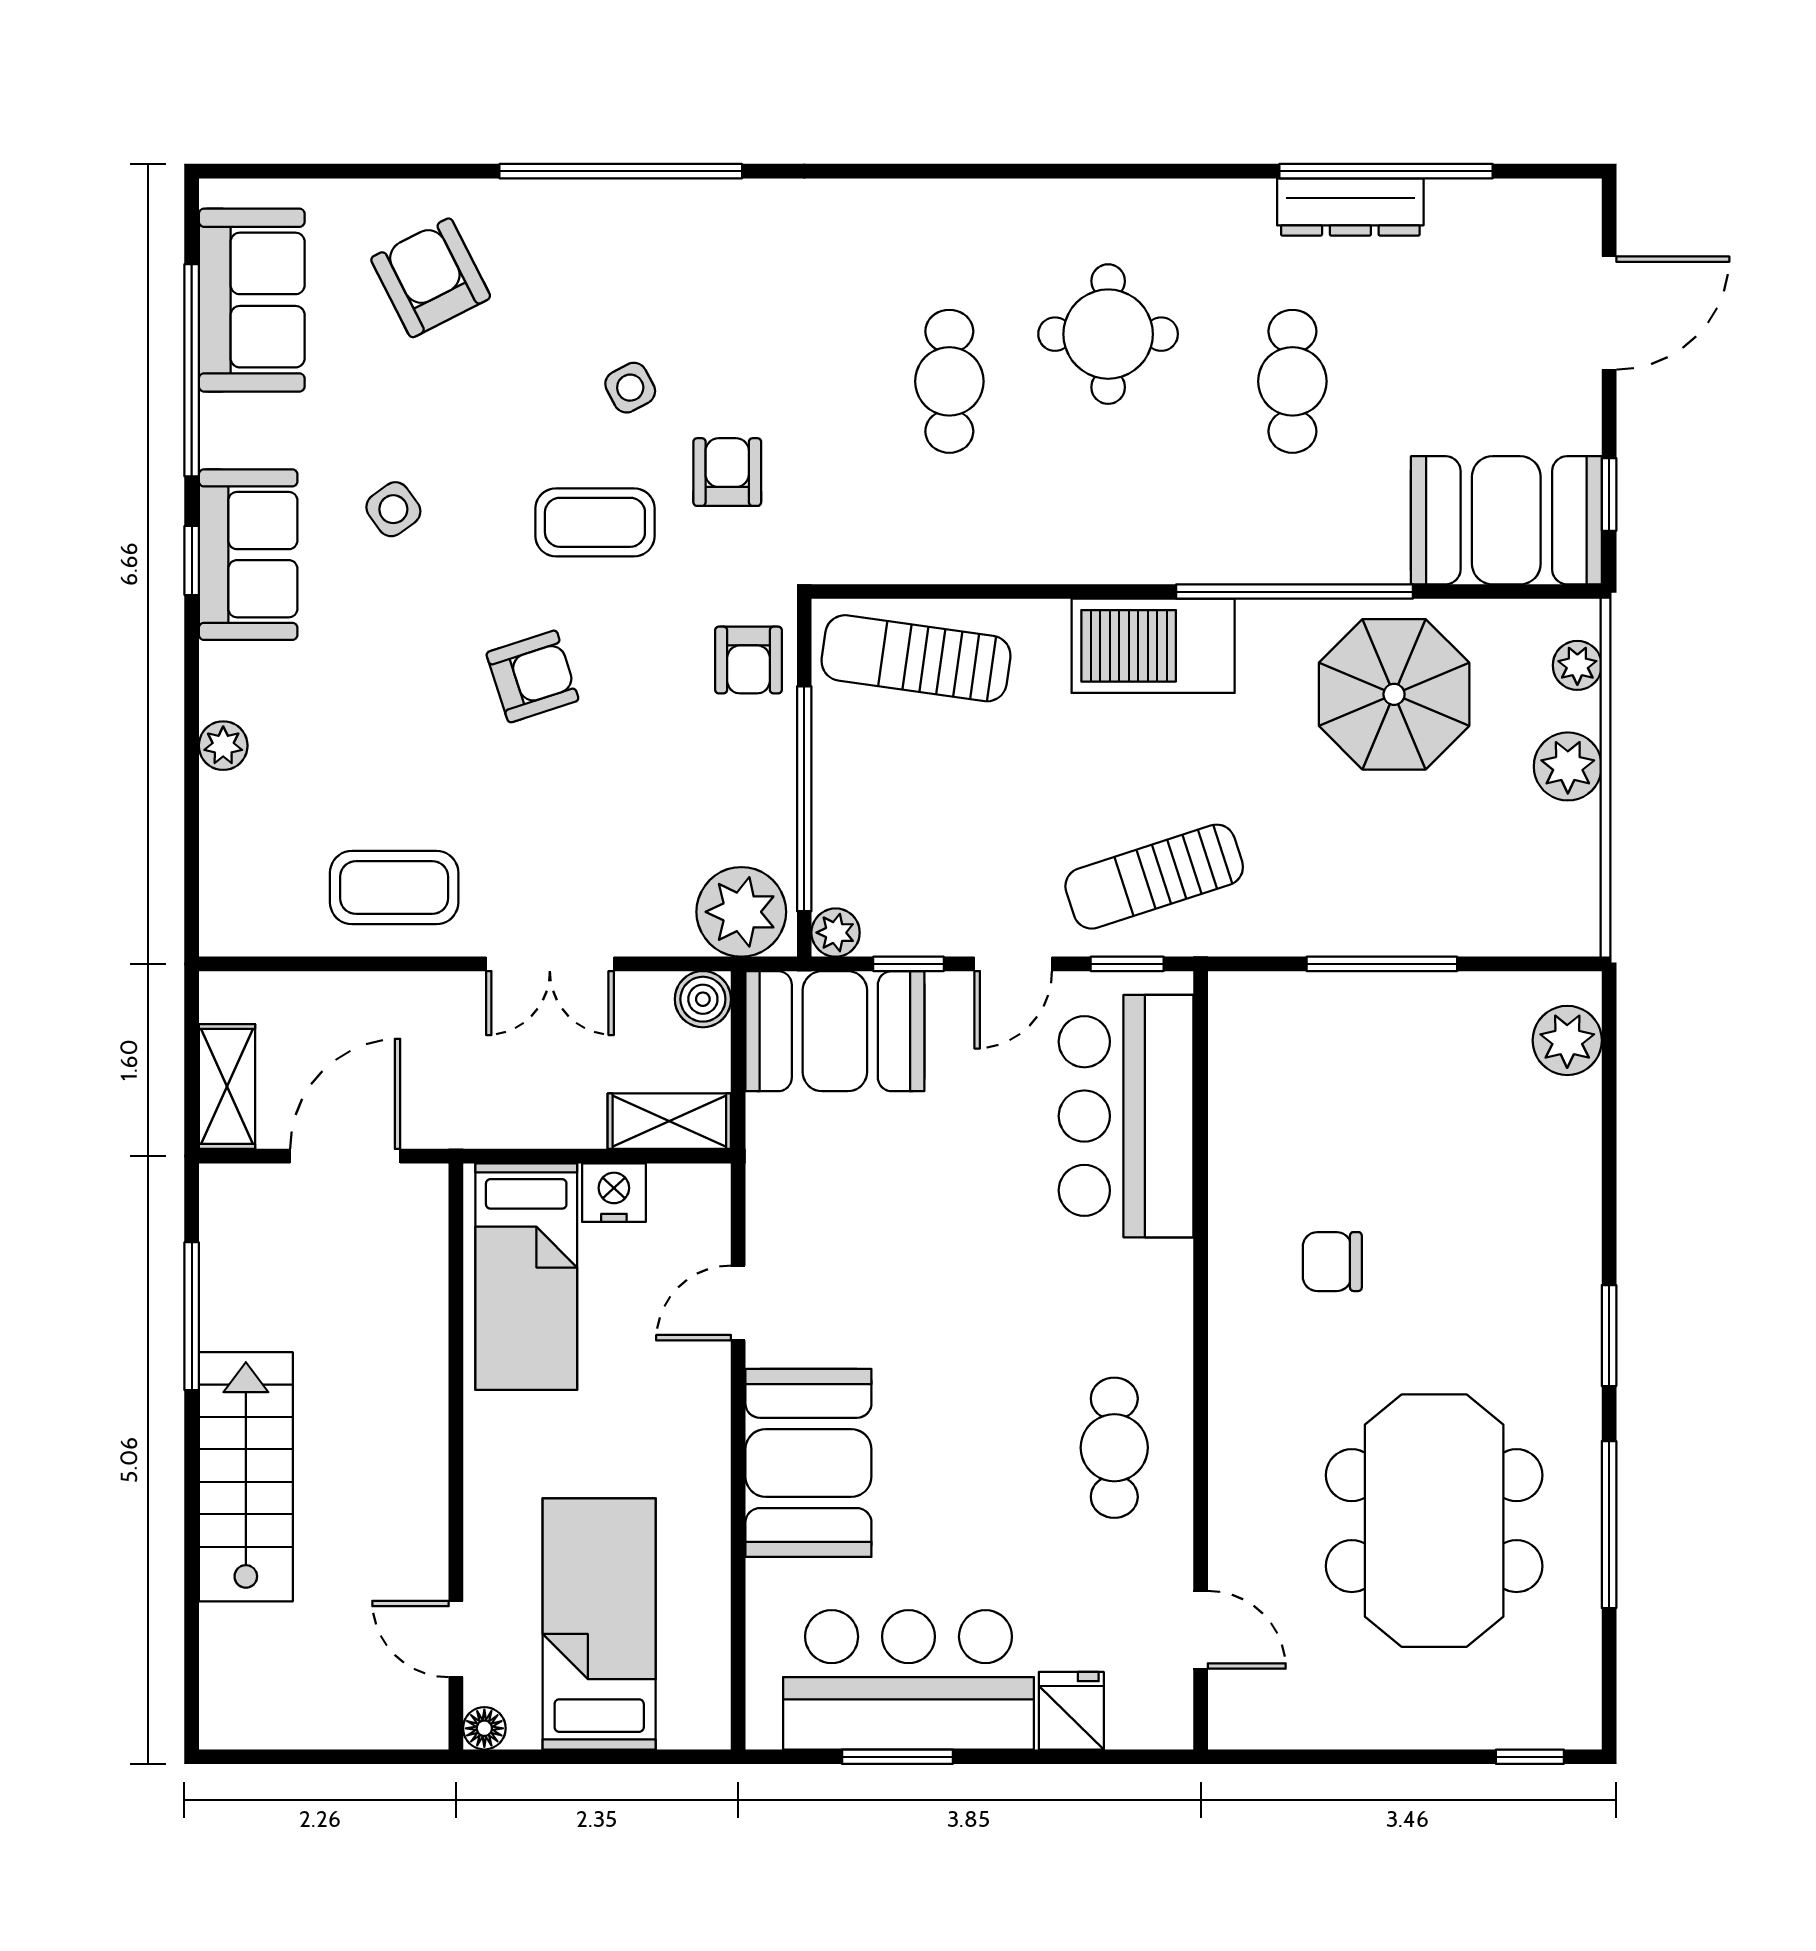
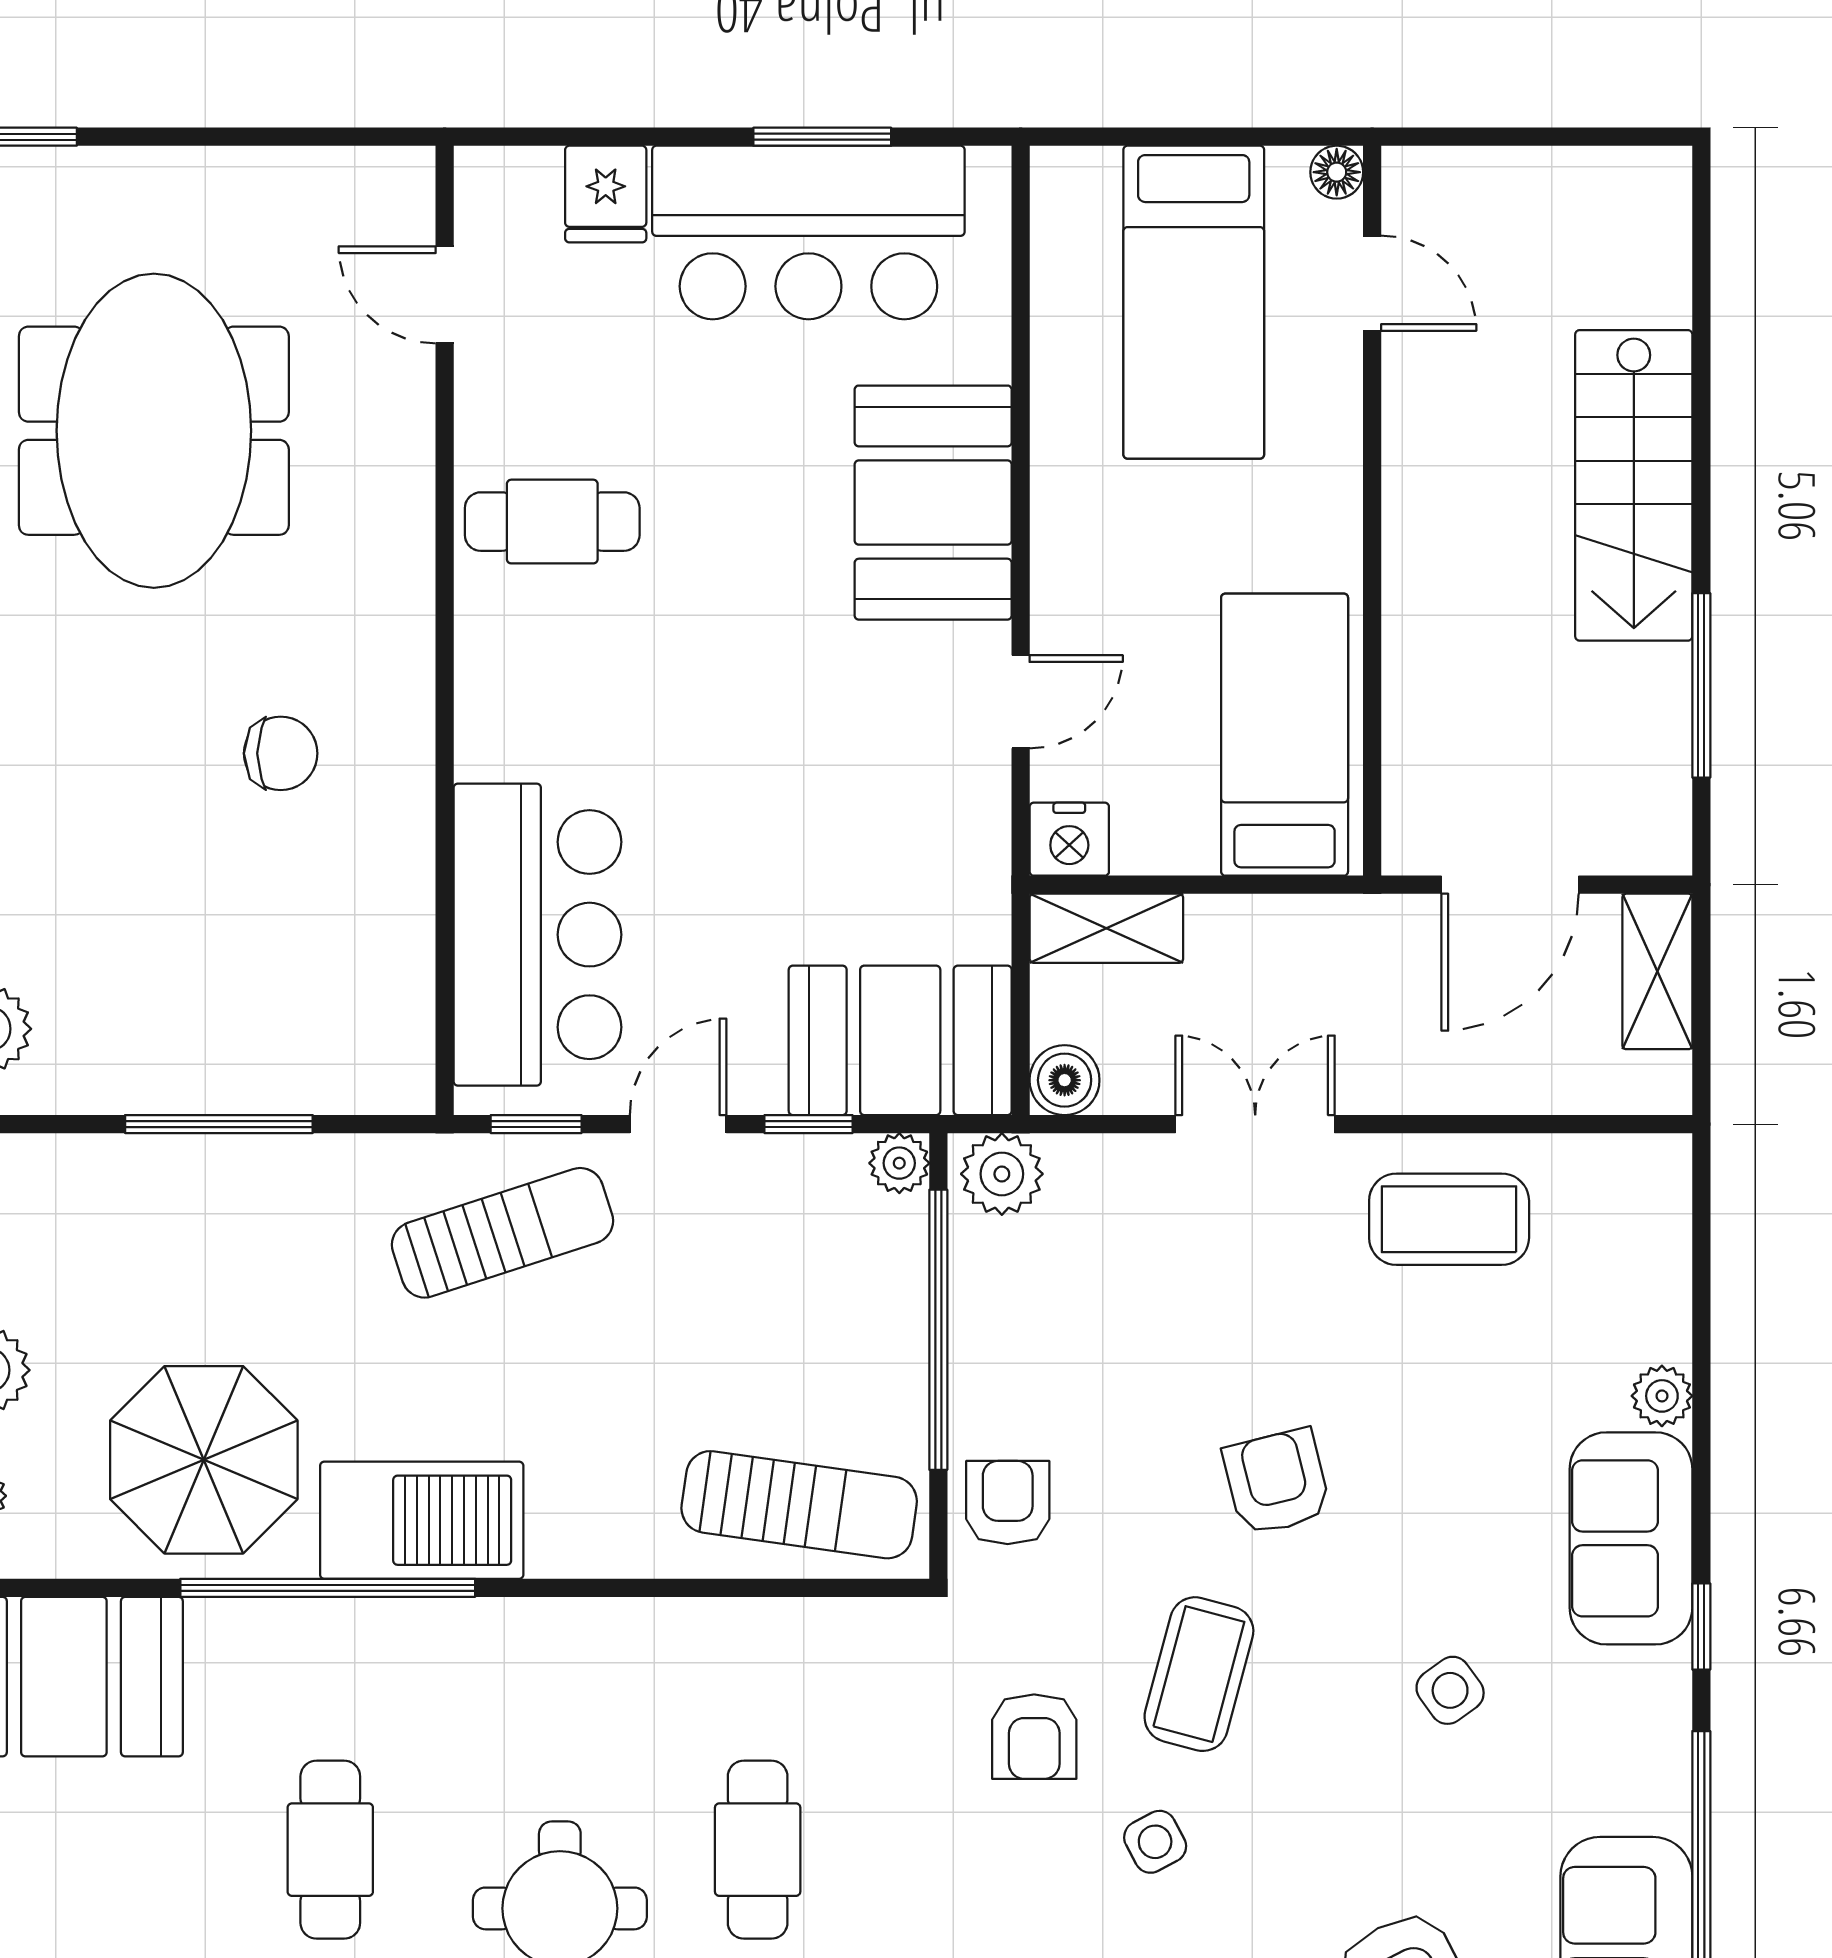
coffee table: (595, 522) -> (1199, 1674), turned -75
sofa: (248, 555) -> (1631, 1538), moved
barbecue: (1153, 646) -> (422, 1520), moved
armchair: (532, 676) -> (1277, 1482), turned 94
plant: (741, 912) -> (1002, 1174), width x0.73, depth x0.73
nightstand: (614, 1193) -> (1069, 839), moved
cafe table: (1114, 1448) -> (552, 522), turned 90

